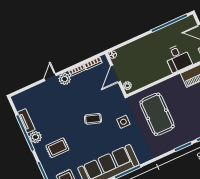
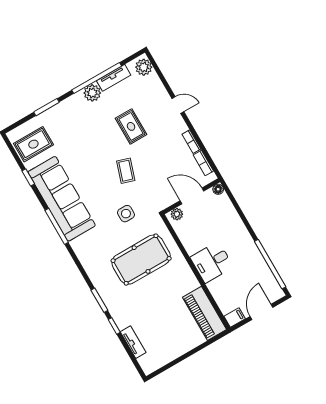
desk: (178, 58) -> (212, 262), moved
plant: (65, 79) -> (144, 67), moved
rug: (57, 148) -> (131, 126), moved

